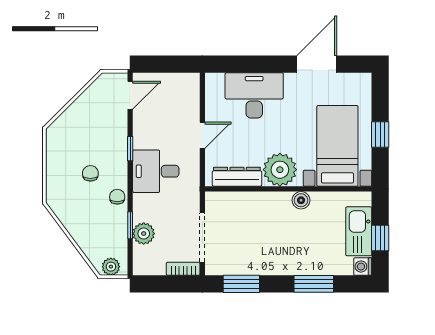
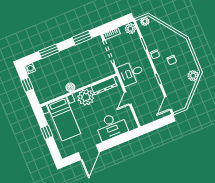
plant: (62, 128) -> (193, 76), added
desk: (156, 171) -> (131, 73), moved, turned 180
kitchen sink: (359, 231) -> (38, 84), removed
plant: (144, 234) -> (130, 29), moved

